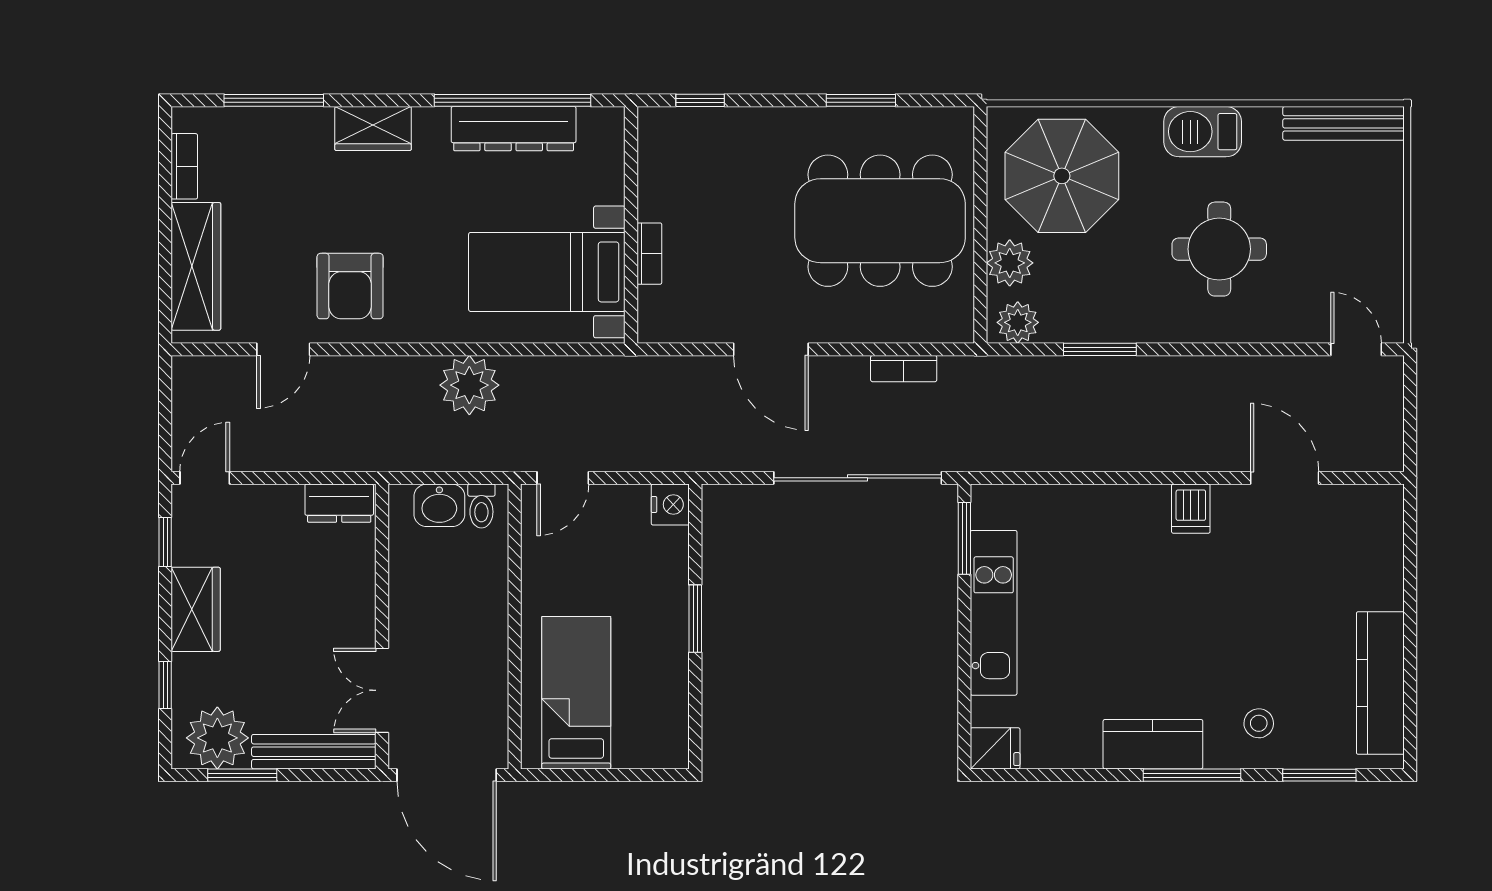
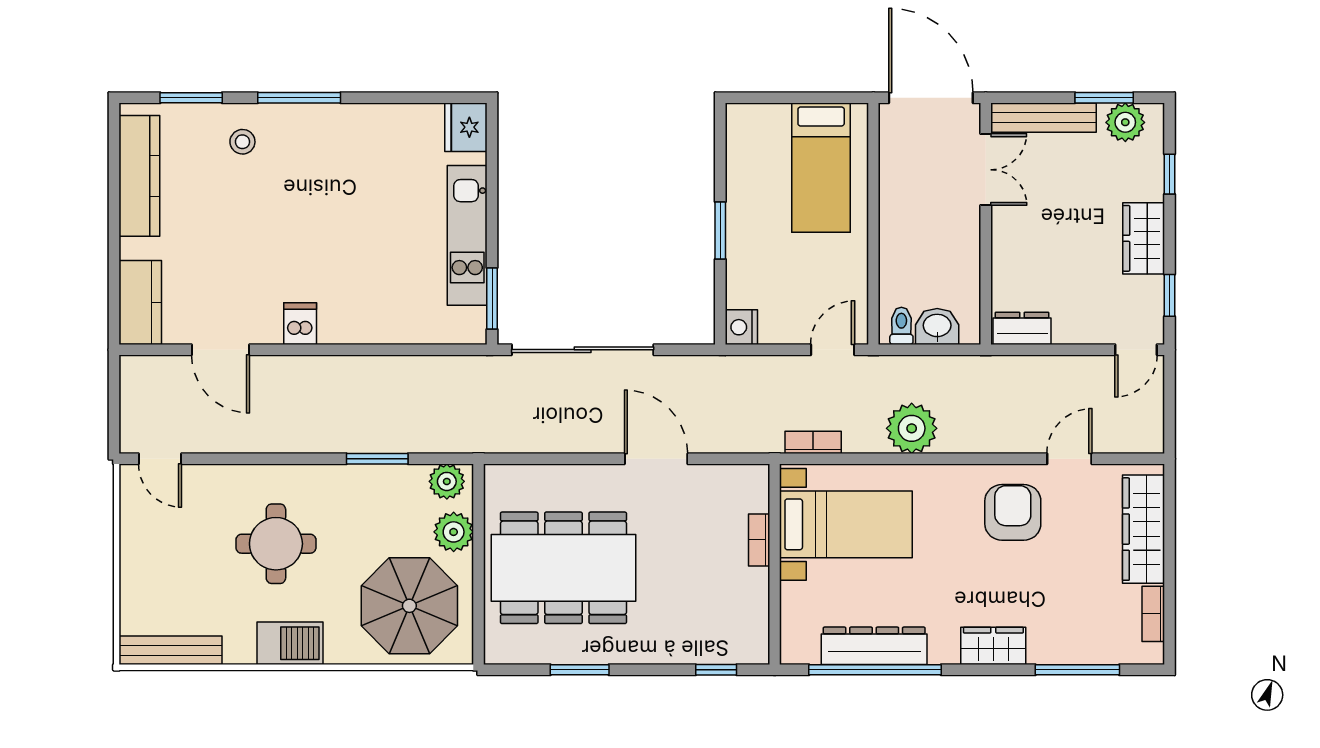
bookcase: (904, 369) -> (813, 442), moved
plant: (217, 738) -> (1125, 122), width x0.73, depth x0.73
kitchen counter: (1153, 744) -> (140, 302), moved, turned -90
fridge: (995, 748) -> (466, 127), width x1.38

